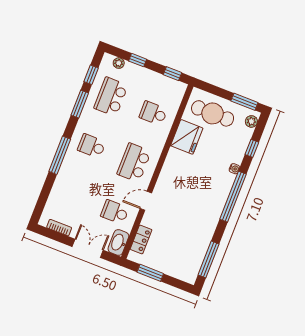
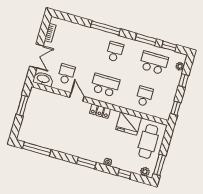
window: (233, 197) -> (86, 163), width x0.47
locker: (141, 239) -> (100, 111), moved

